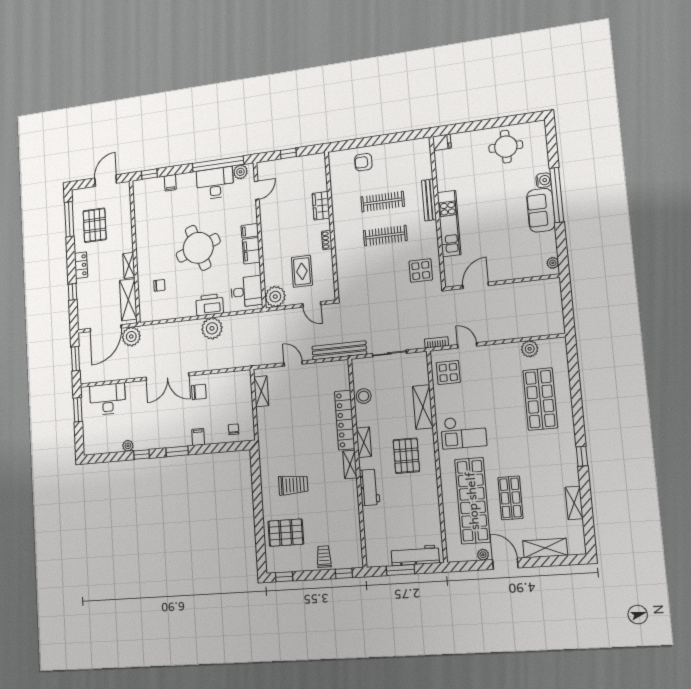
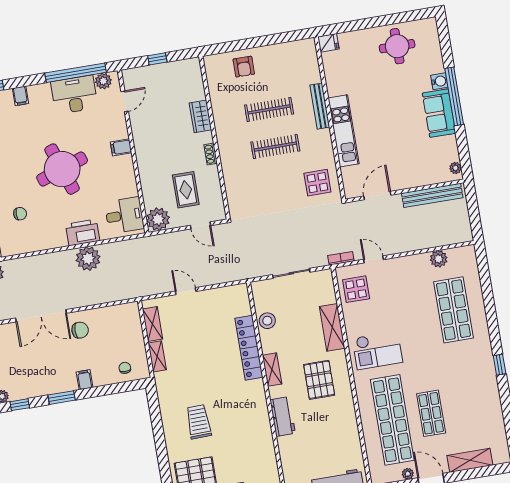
armchair: (363, 162) -> (244, 67), turned -90
filing cabinet: (251, 251) -> (125, 170), removed
bench: (339, 350) -> (432, 195), moved
shelving: (350, 464) -> (157, 356), moved
trolley: (293, 485) -> (199, 422), turned -91
shelving: (574, 503) -> (495, 412), removed

